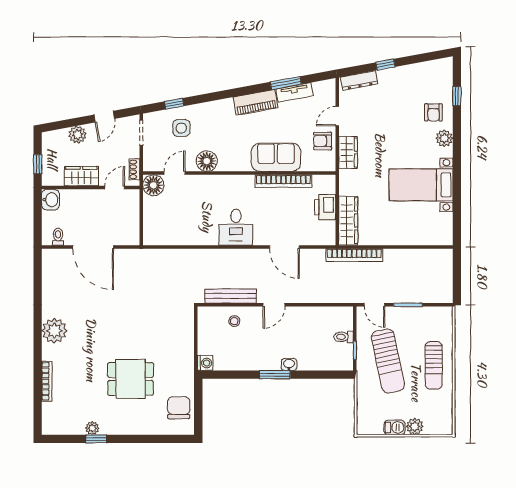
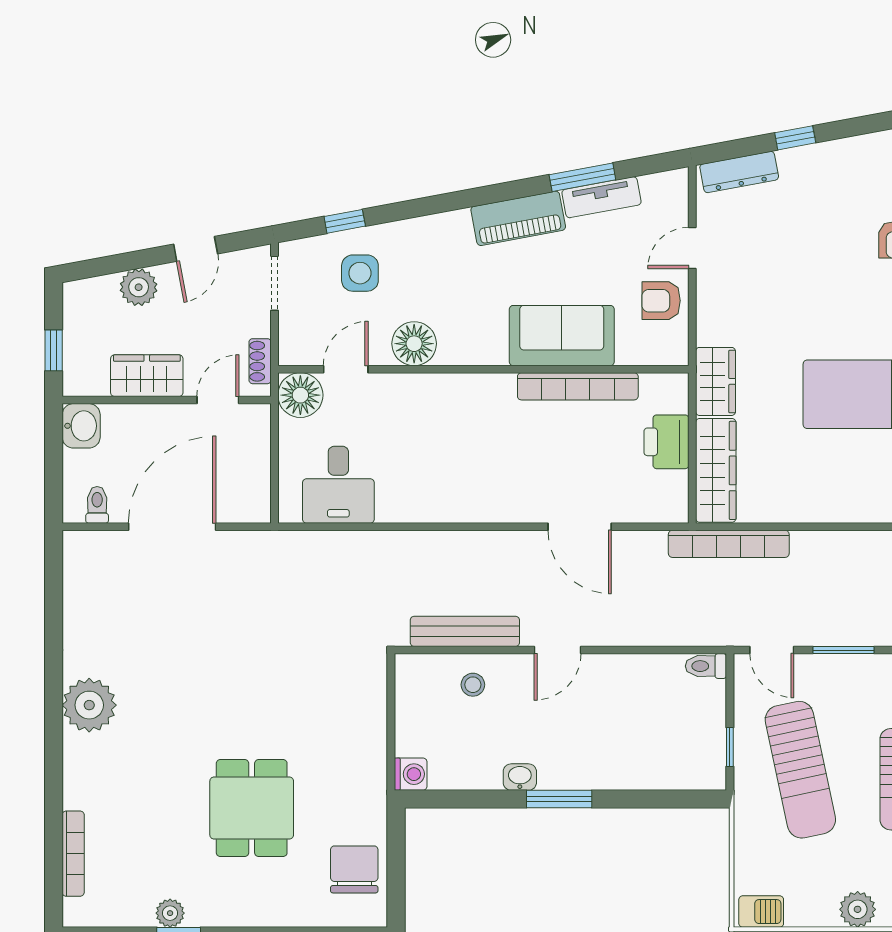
wardrobe: (348, 152) -> (716, 381), moved
desk: (236, 227) -> (338, 485), moved
door: (93, 247) -> (172, 527), swing flipped
toilet: (344, 337) -> (706, 666), moved
washbasin: (289, 364) -> (520, 777), moved
dining table: (131, 379) -> (252, 808), turned 90
bookcase: (47, 381) -> (73, 854), moved
barbecue: (394, 427) -> (761, 912), moved

